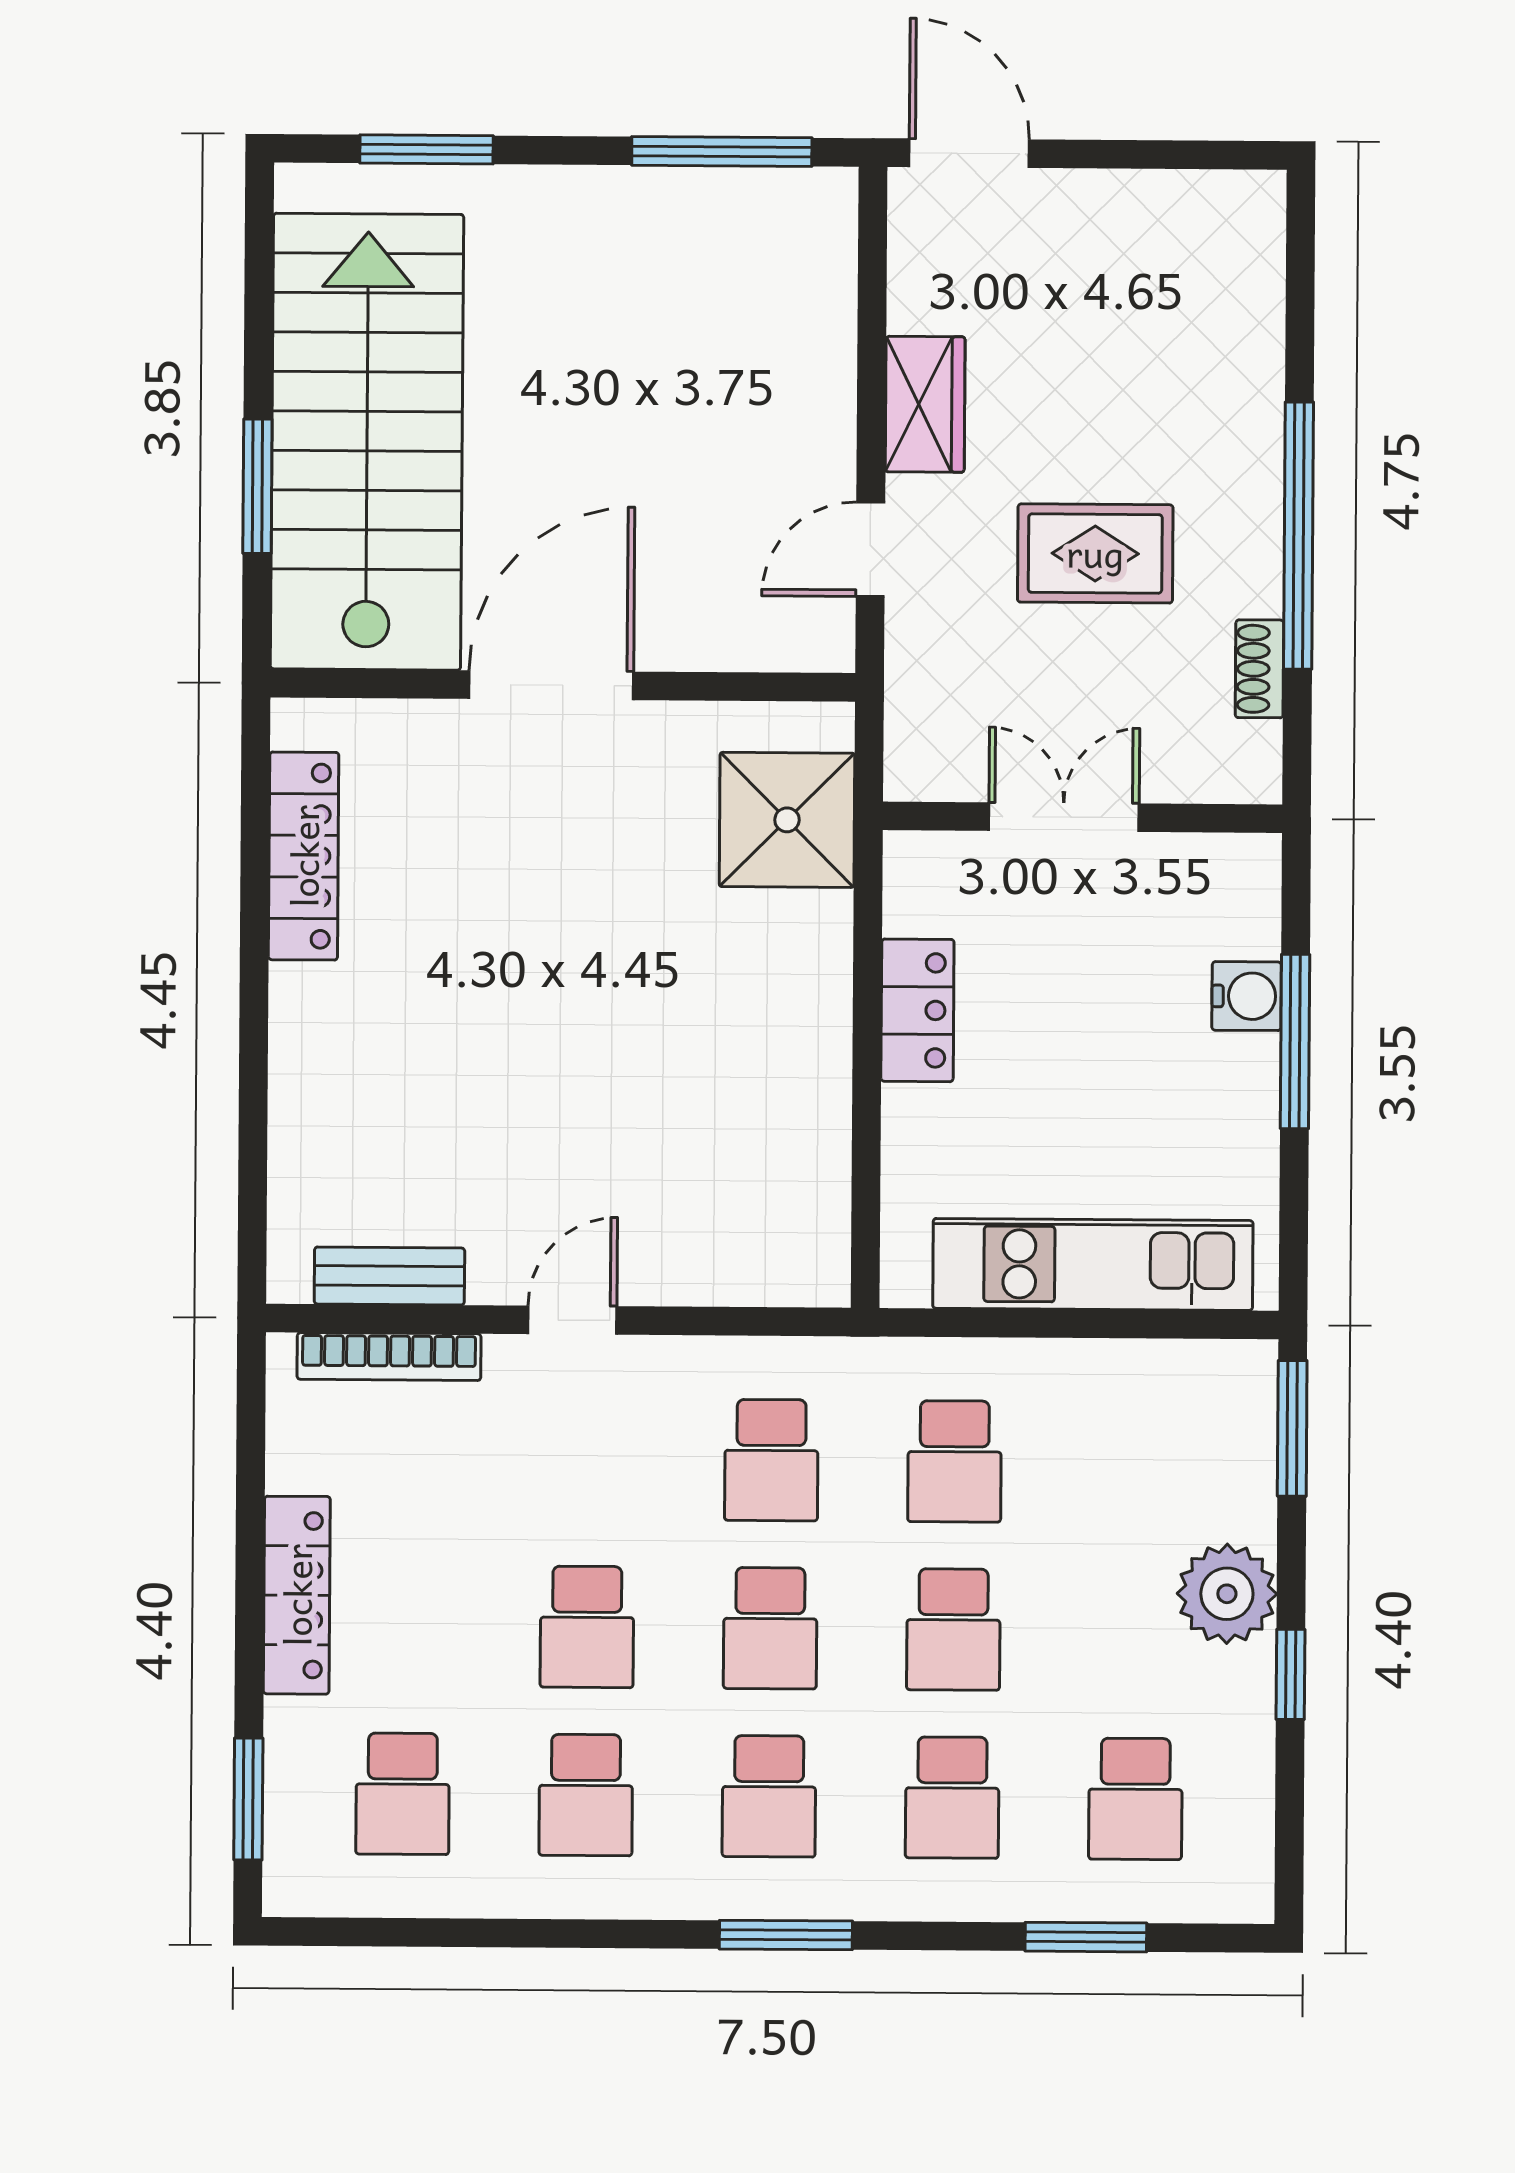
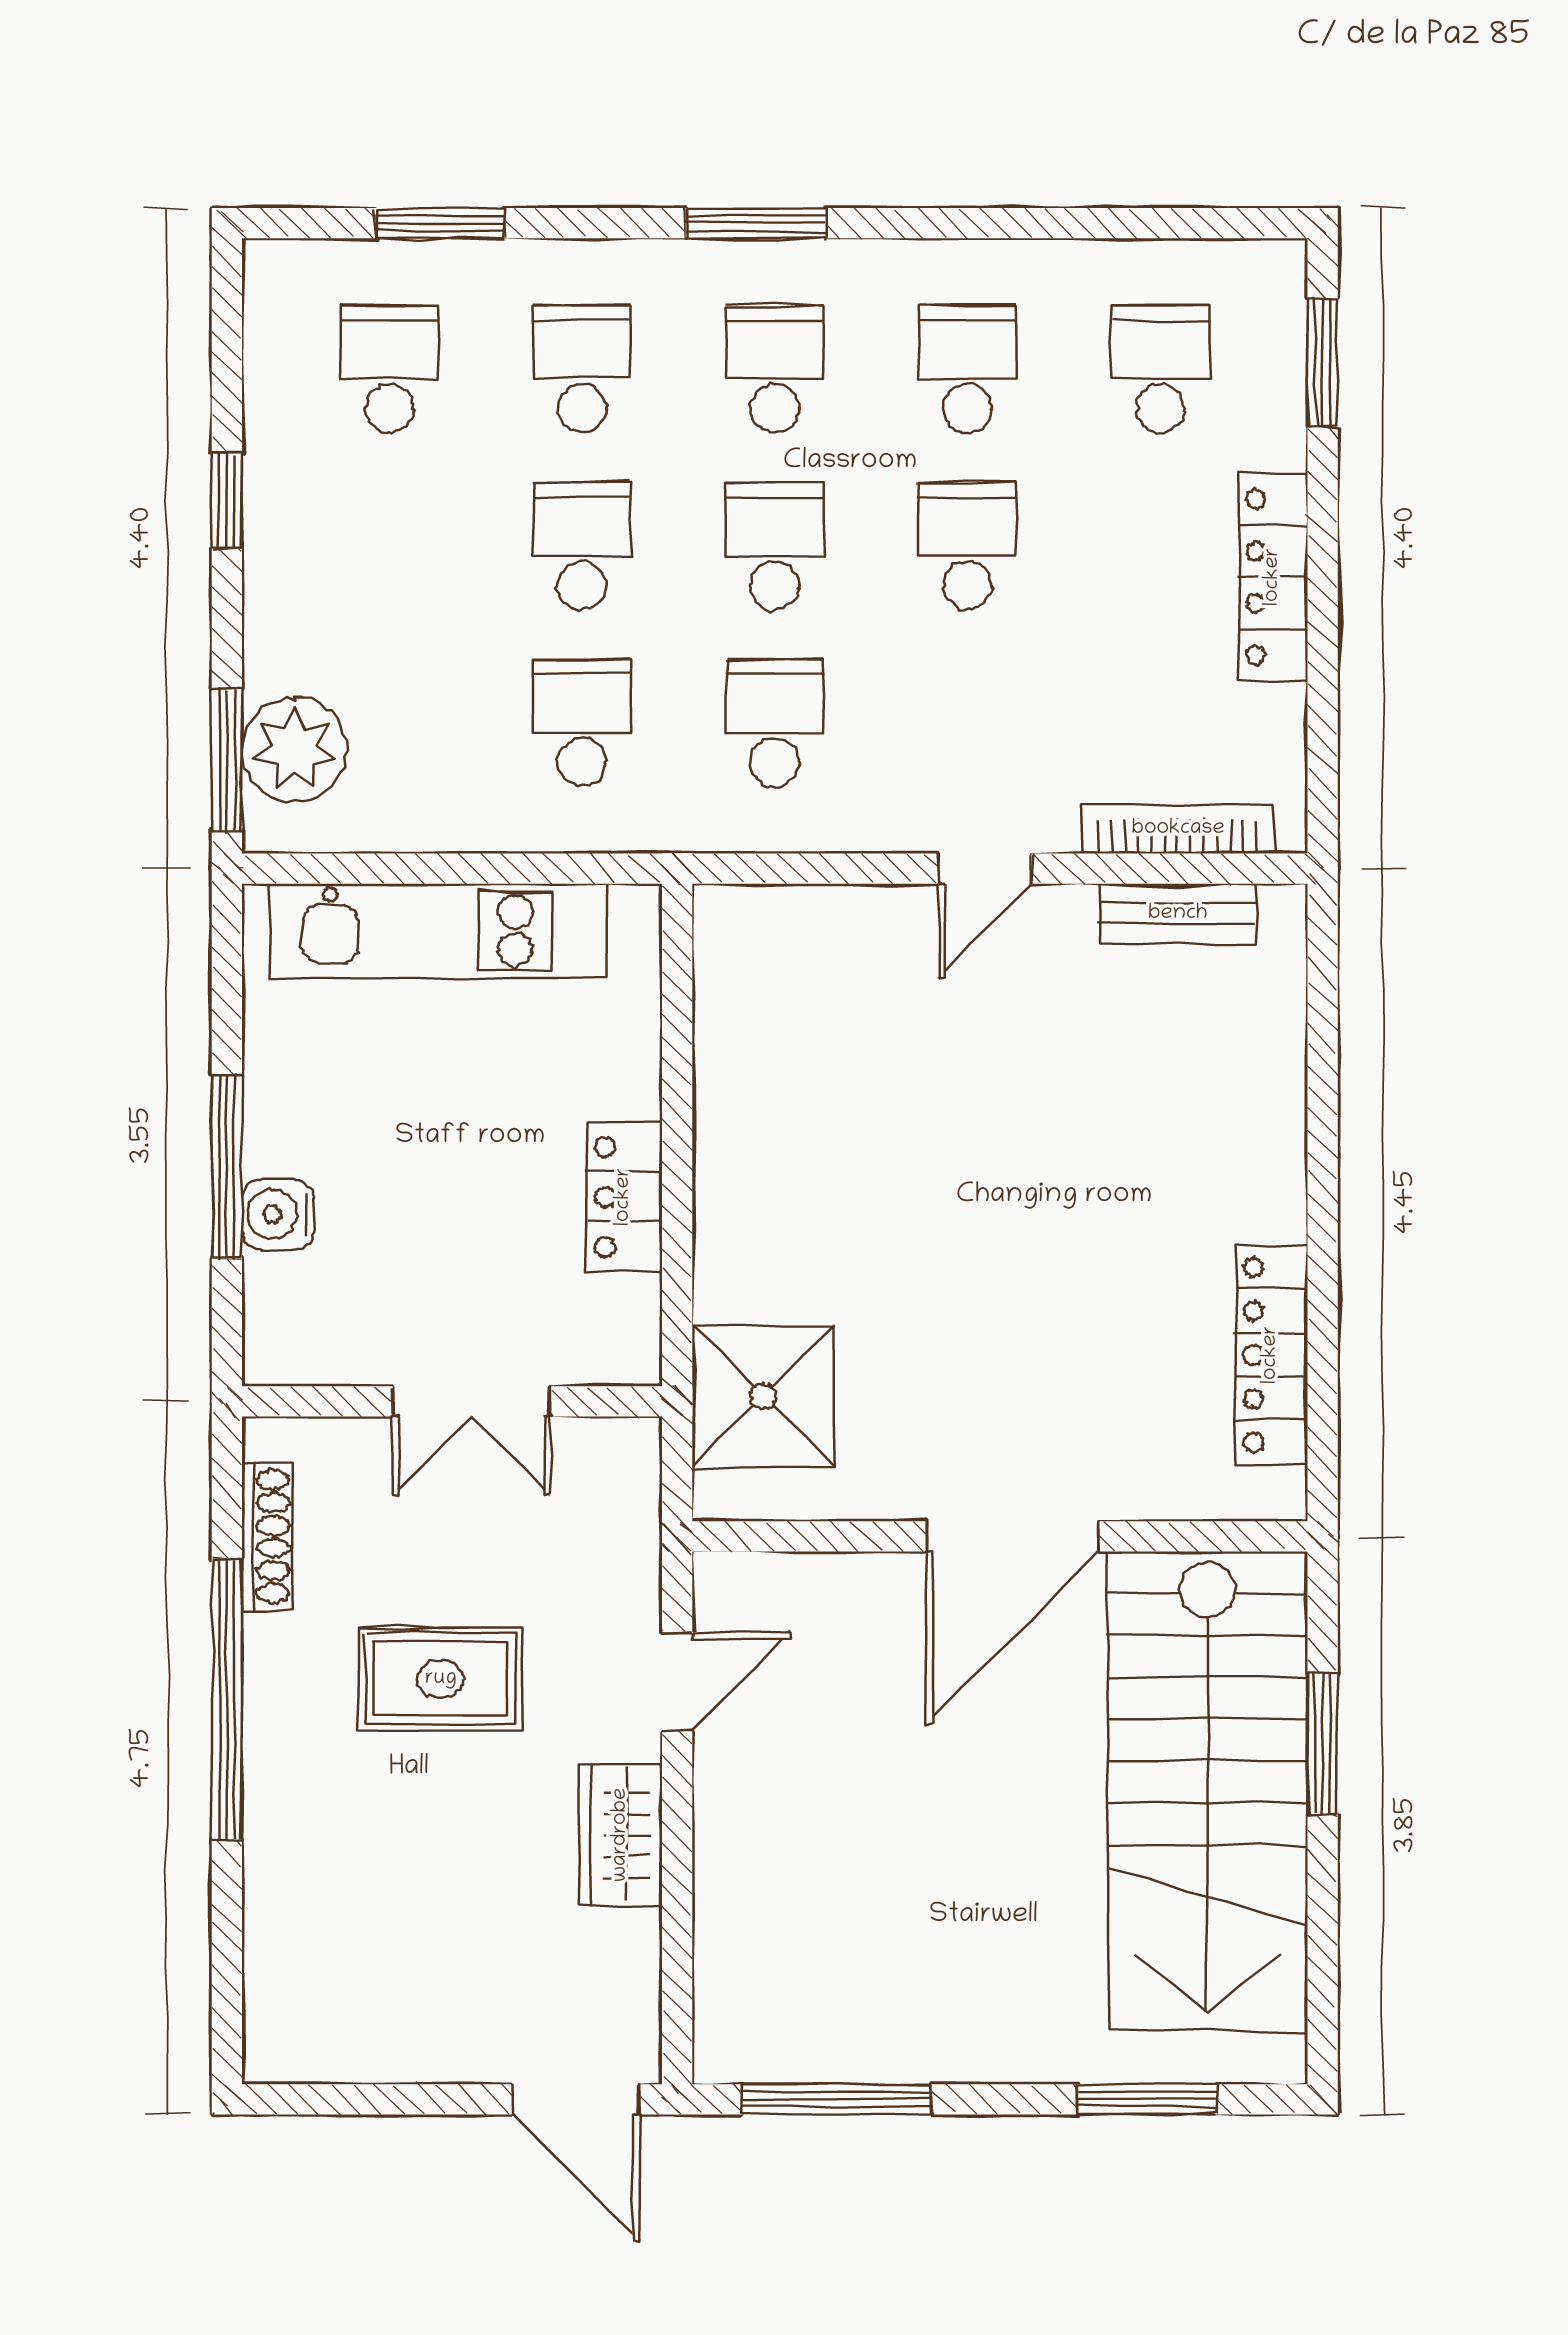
shoe rack: (1259, 669) -> (267, 1537), width x1.43
plant: (1227, 1594) -> (294, 750), moved

